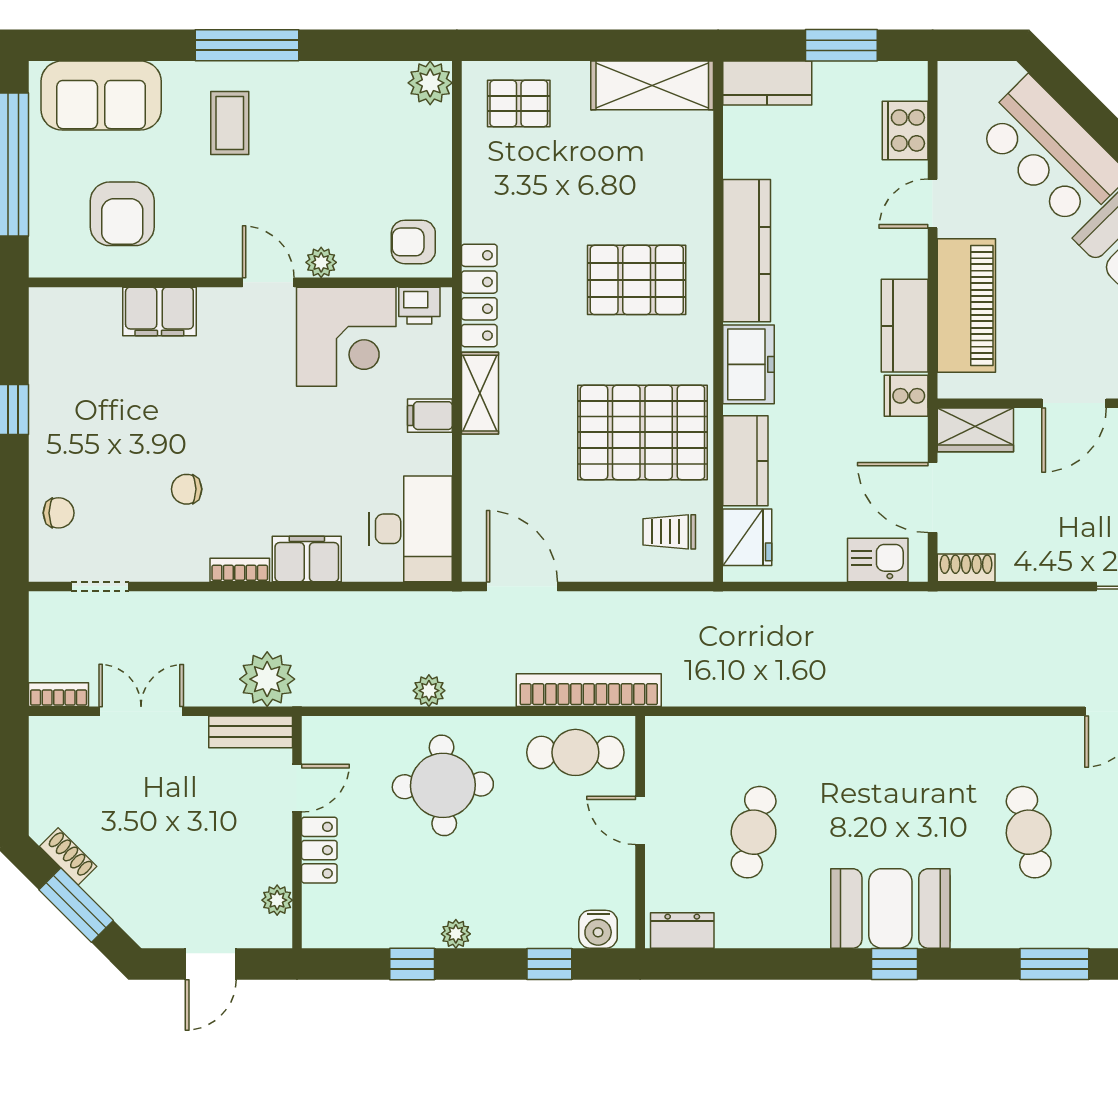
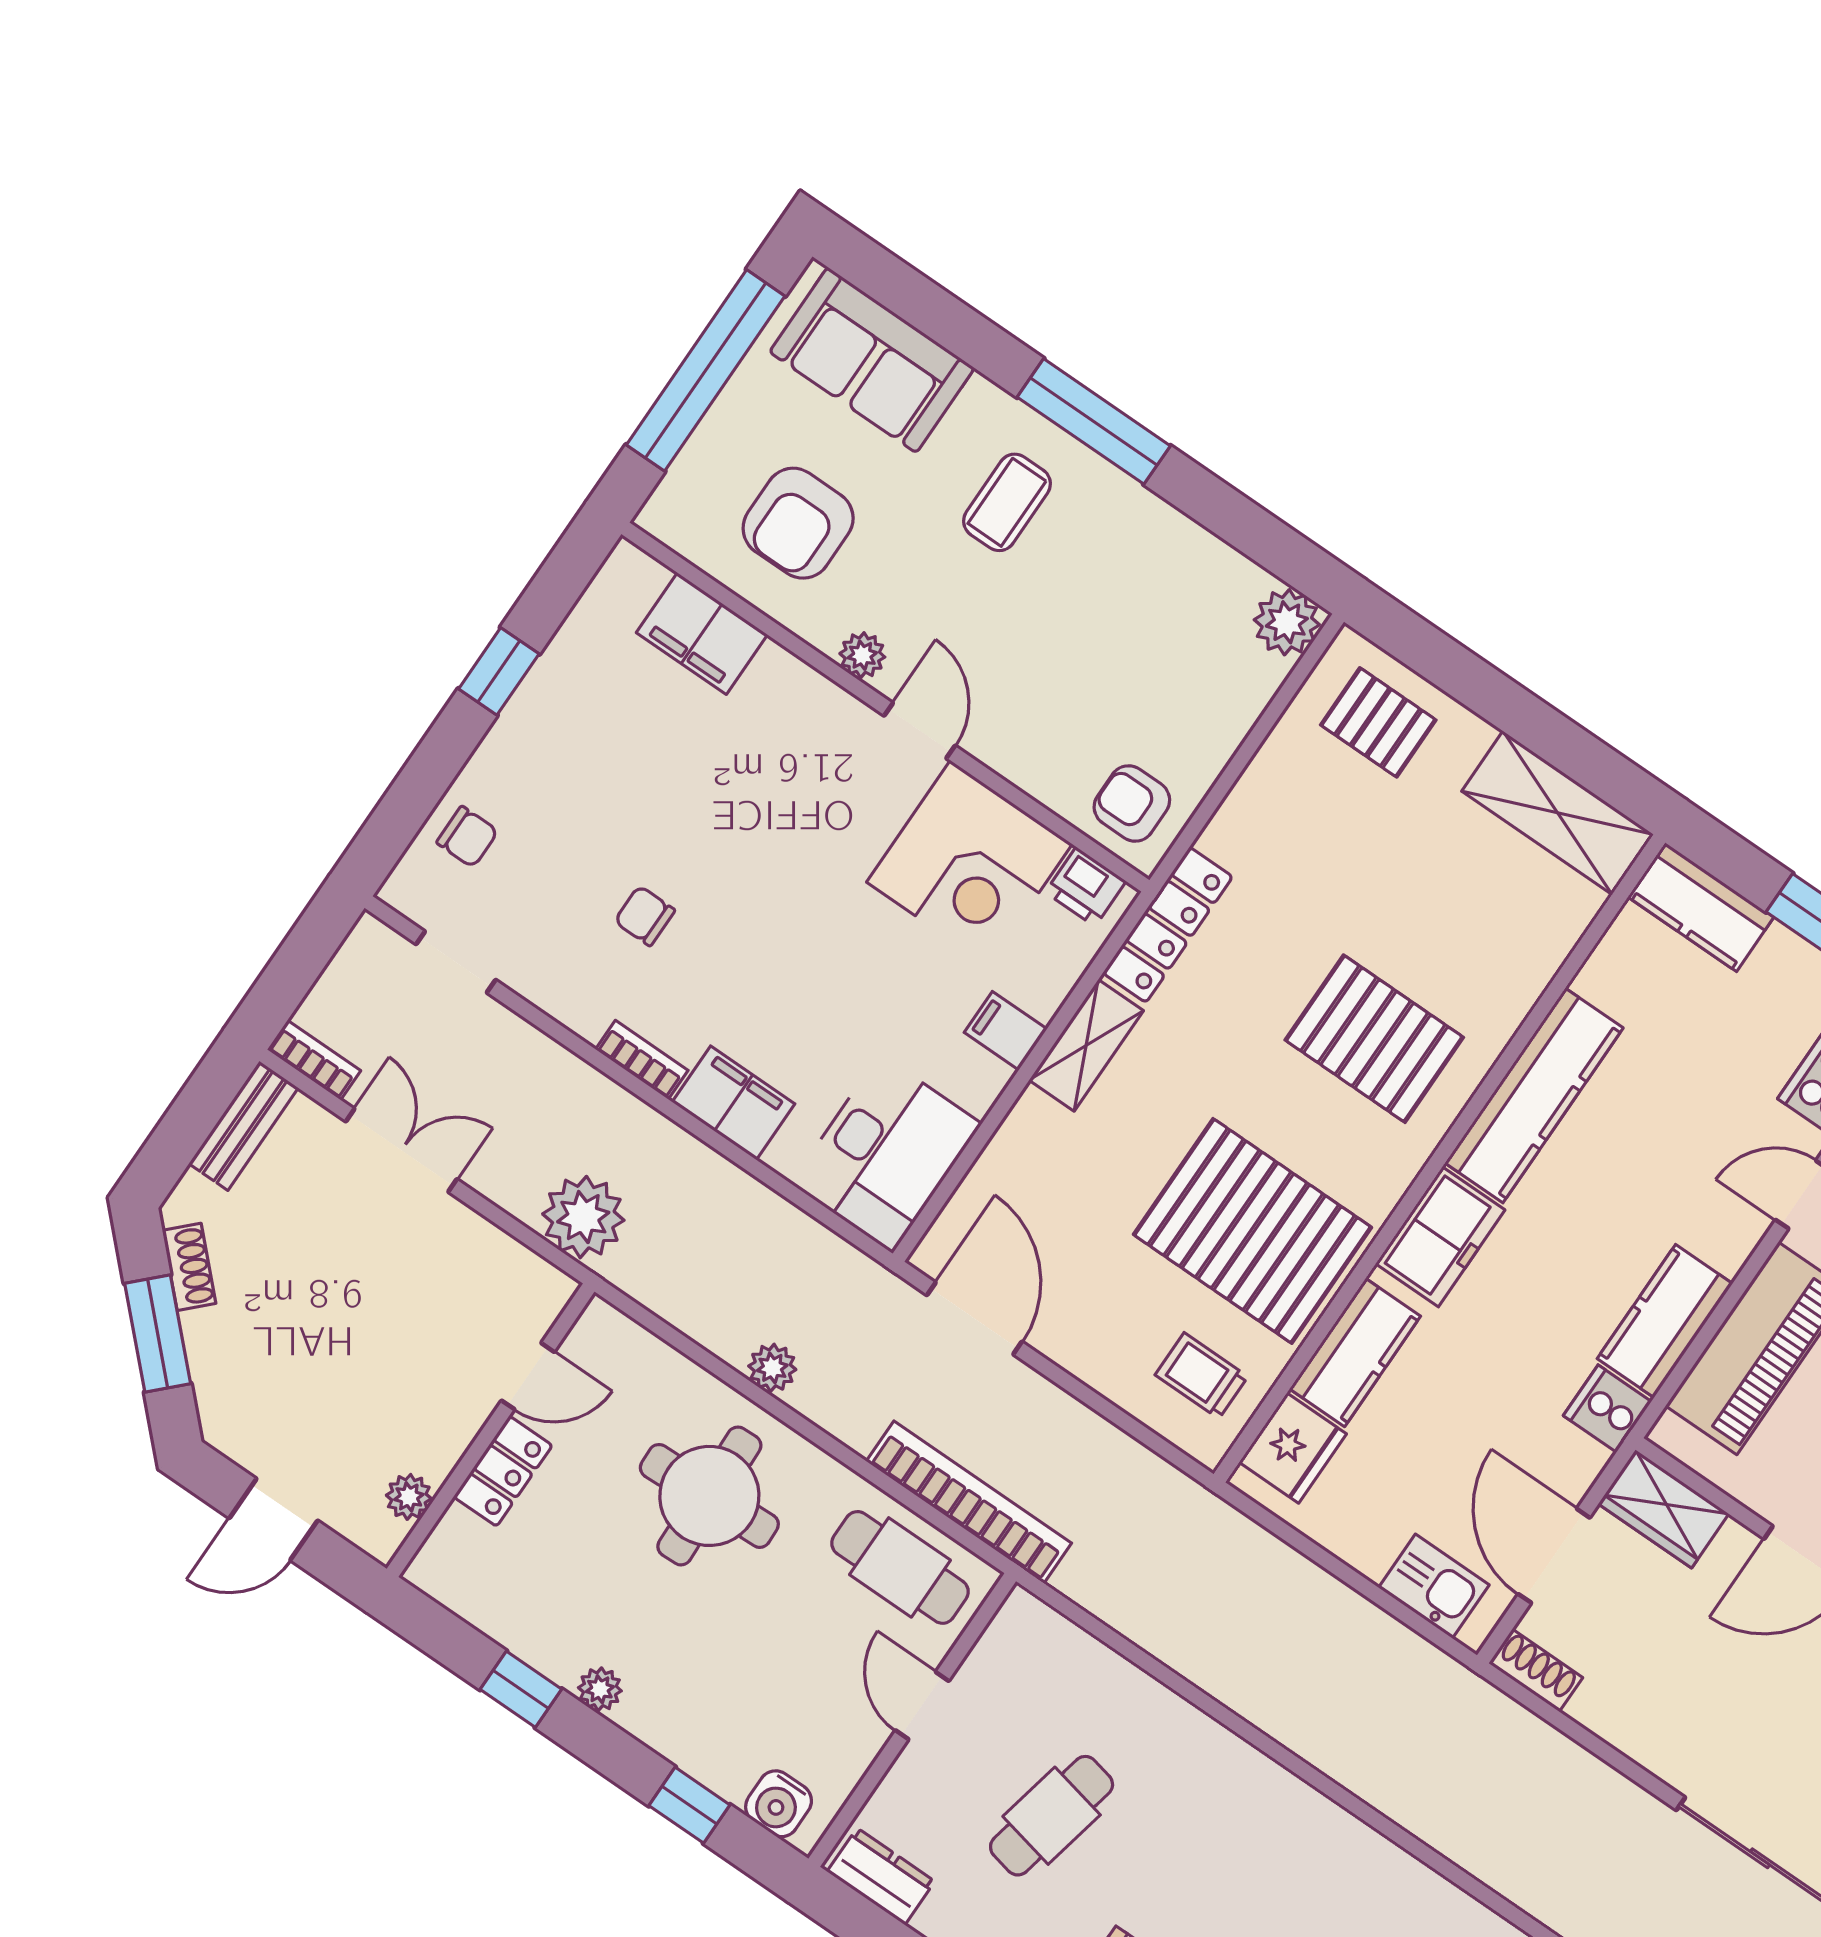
plant: (321, 262) -> (862, 655), moved
filing cabinet: (159, 311) -> (702, 634), moved
bench: (251, 732) -> (244, 1126), moved, turned 90

